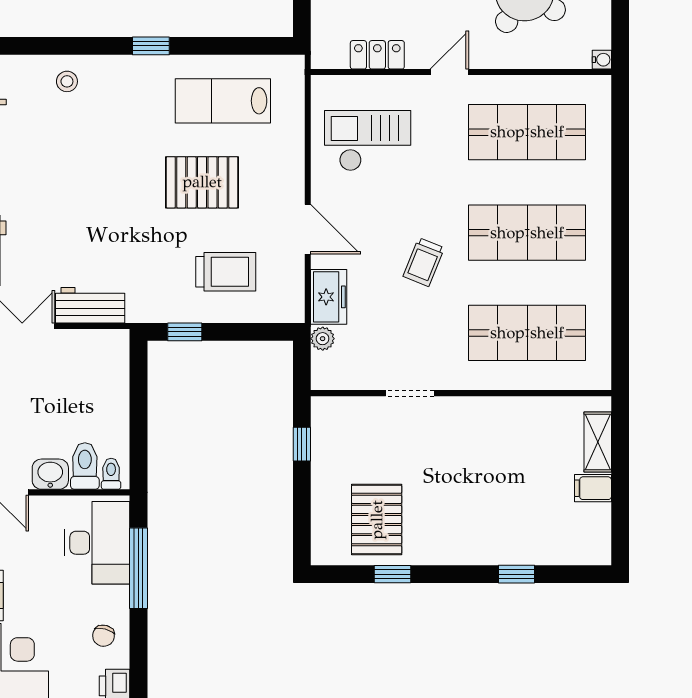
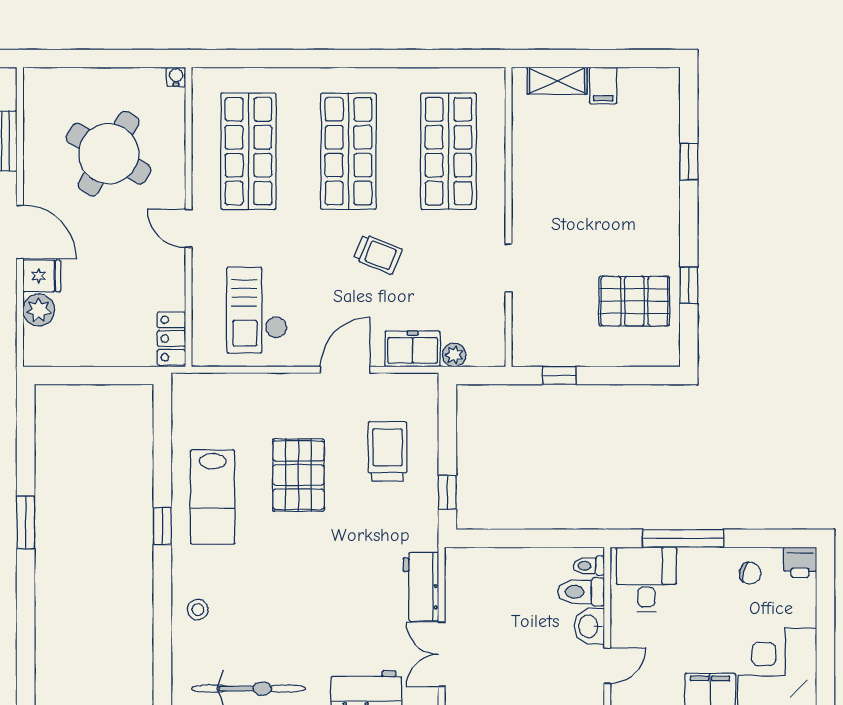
locker: (377, 55) -> (171, 339), moved
lab bench: (223, 101) -> (213, 497), moved
desk: (97, 543) -> (646, 579), width x0.73

